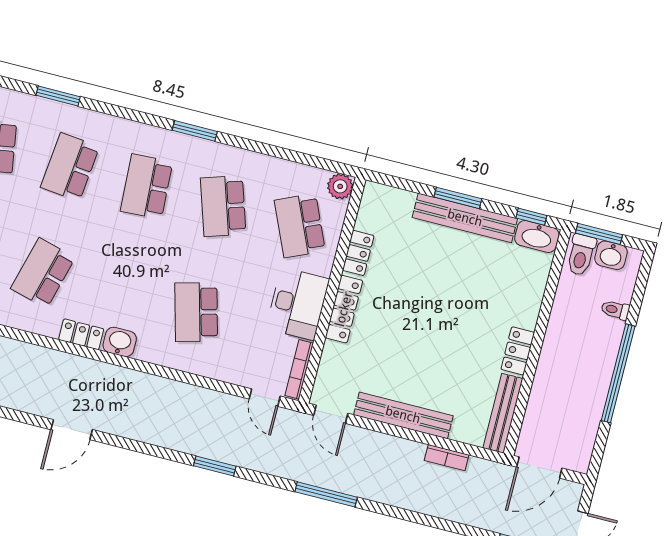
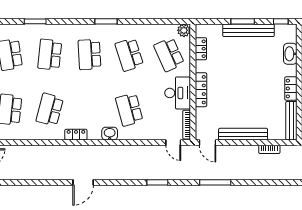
washbasin: (537, 236) -> (290, 54), moved, turned 90
locker: (358, 253) -> (201, 49), moved
washbasin: (120, 342) -> (110, 134), moved

